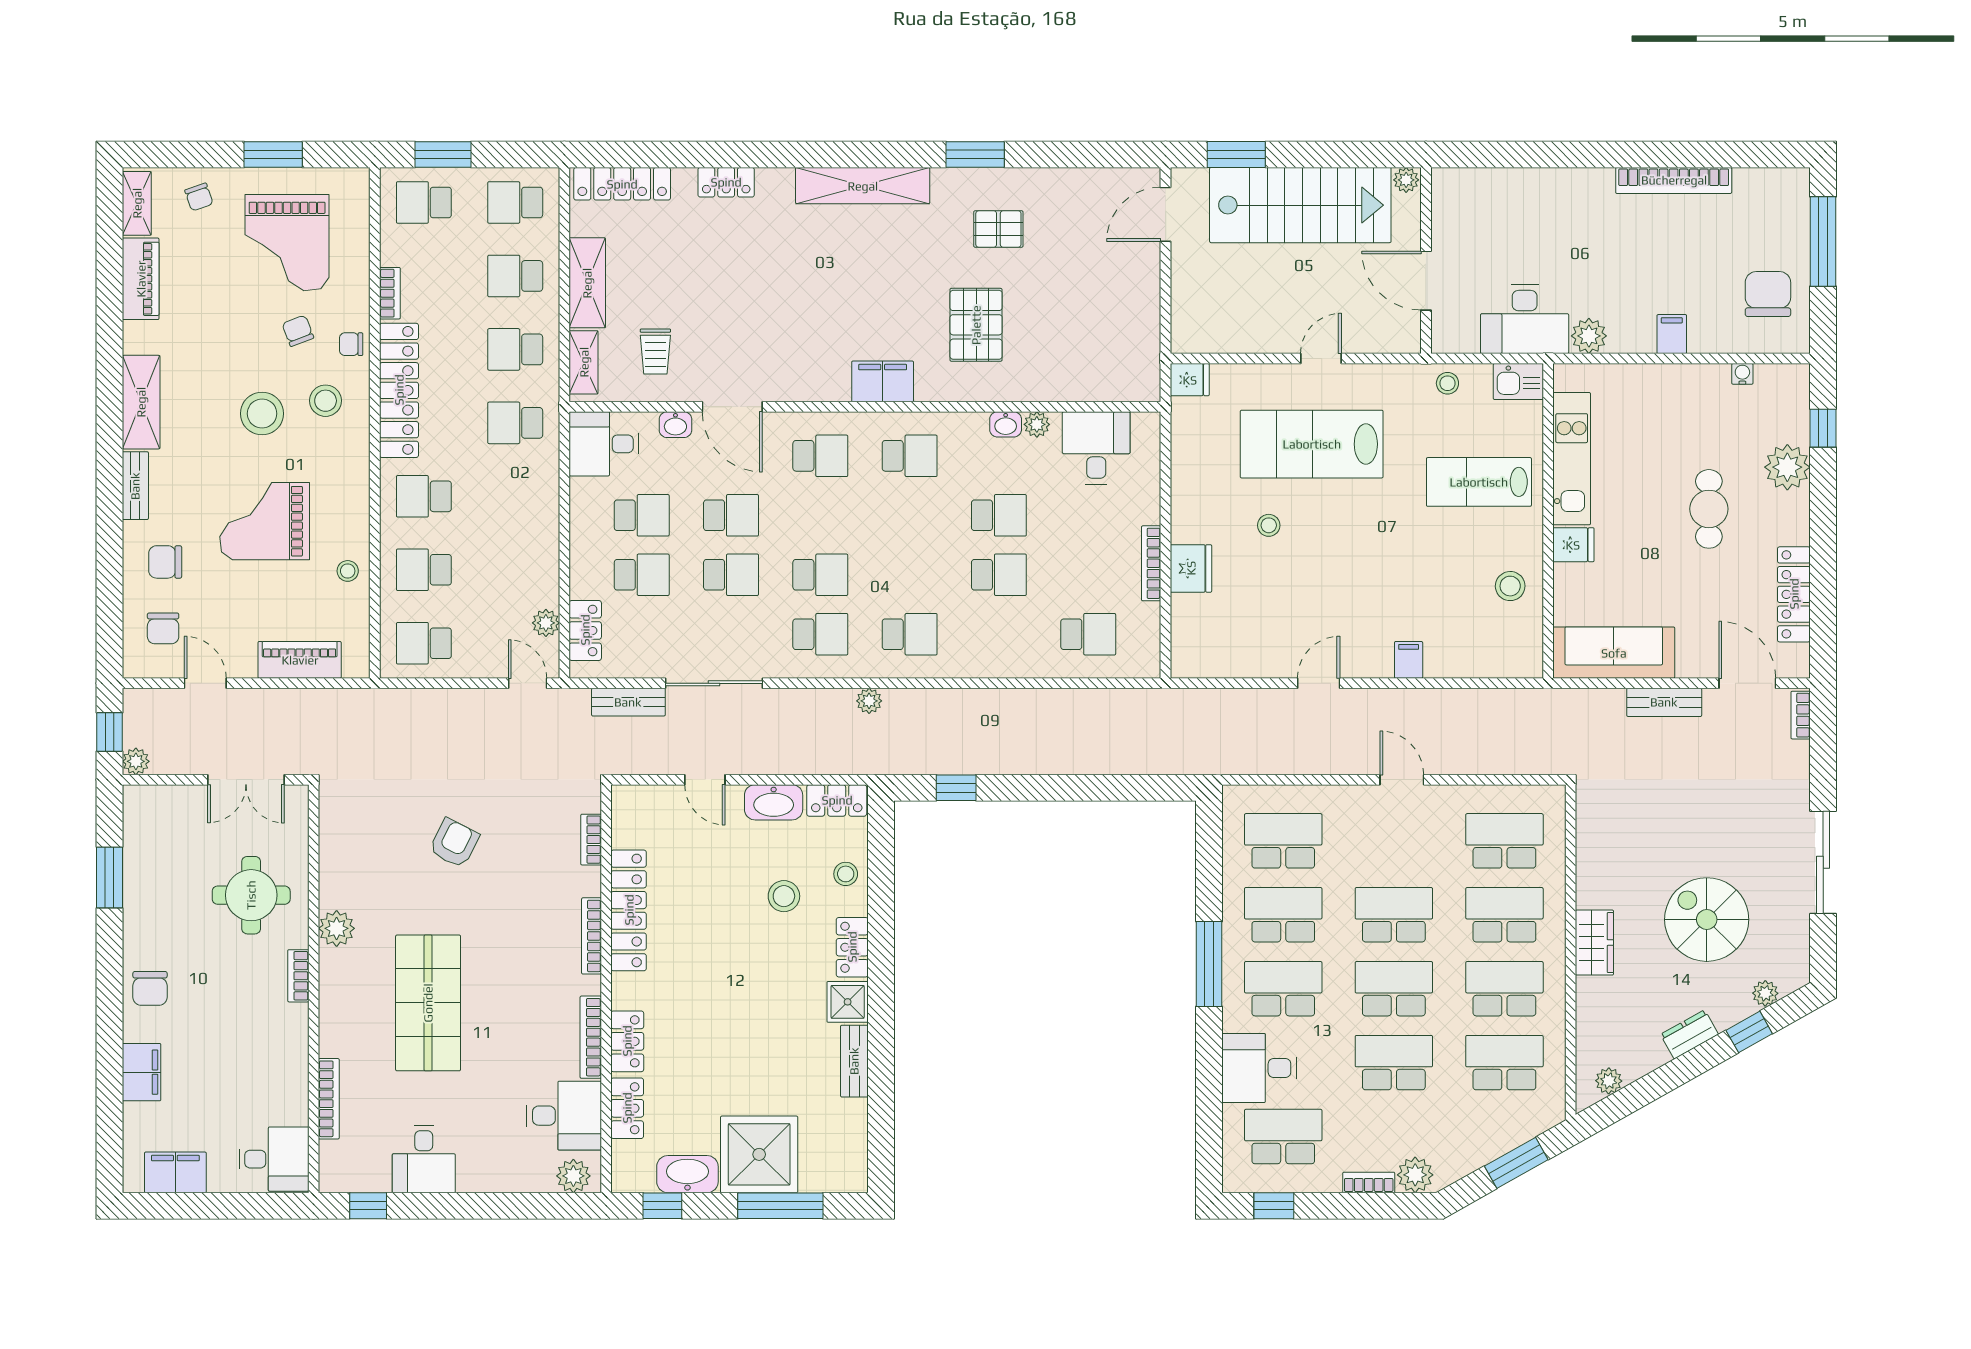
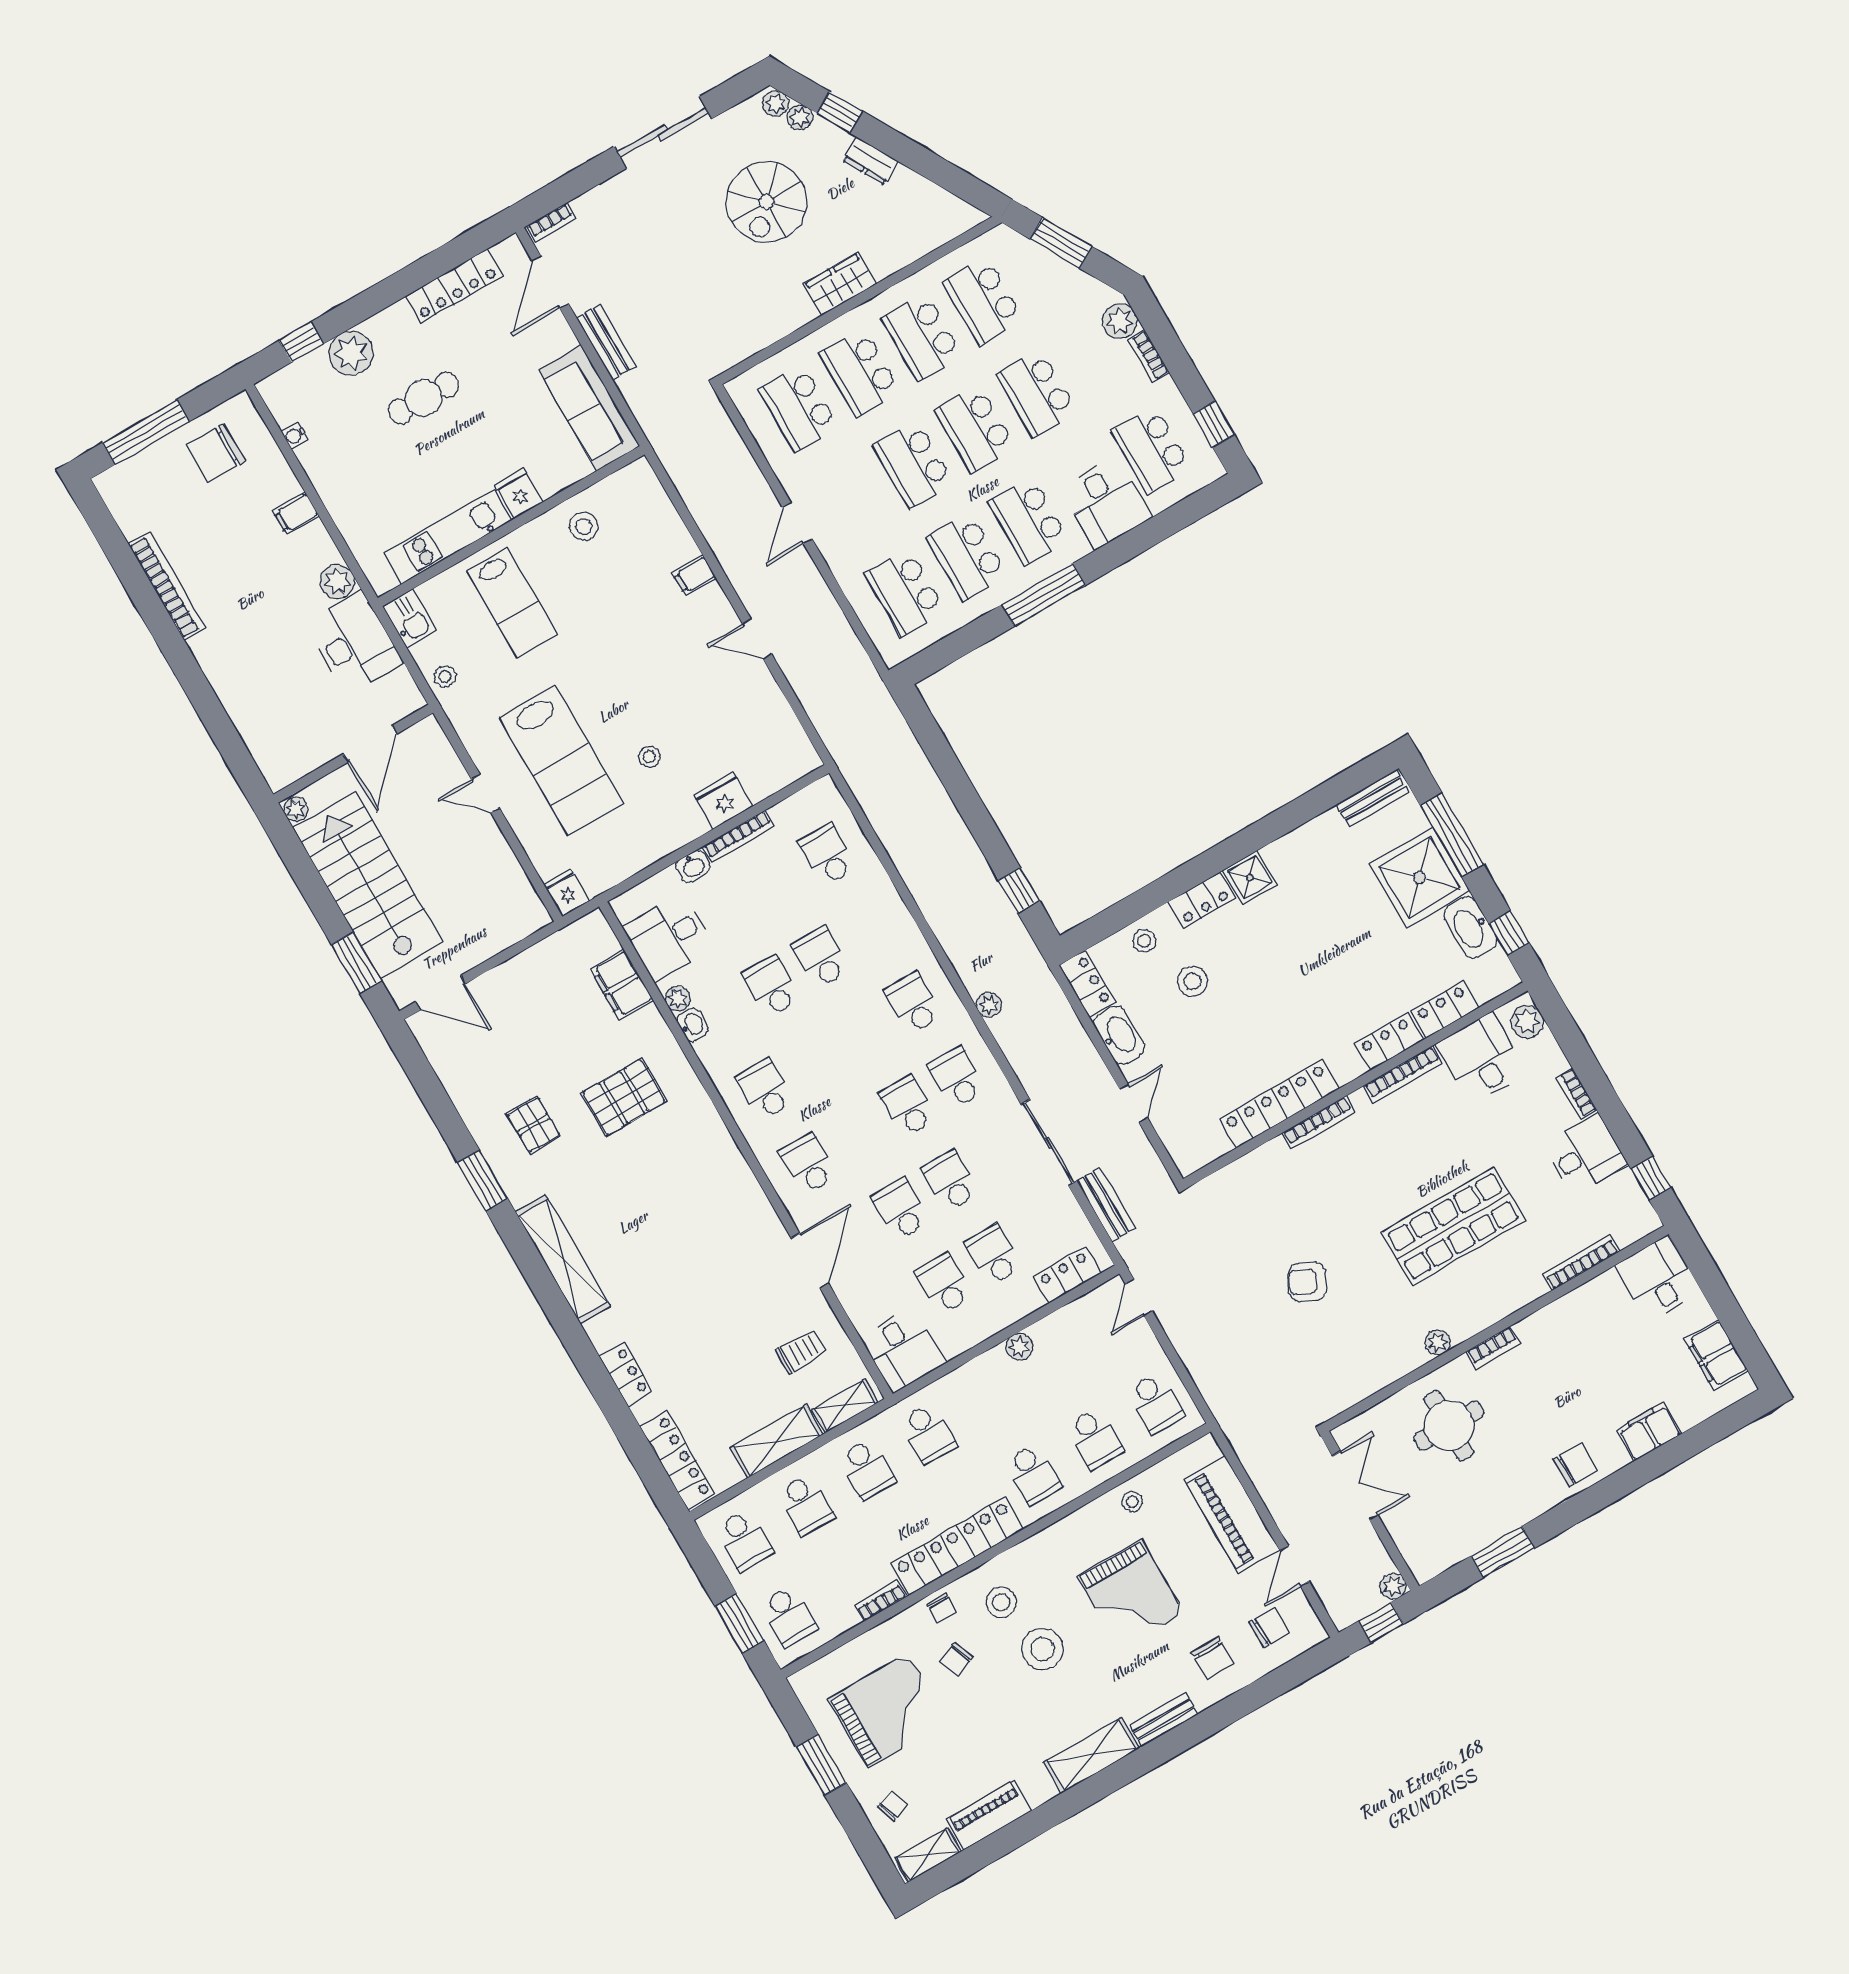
filing cabinet: (883, 381) -> (622, 984), moved
washbasin: (675, 425) -> (693, 866), moved, turned 90
plant: (546, 623) -> (1019, 1347), moved
piano: (300, 660) -> (1232, 1514), width x1.37, depth x1.33
bookcase: (591, 840) -> (1576, 1094), moved, turned 90
plant: (337, 928) -> (1438, 1342), width x0.73, depth x0.73
bench: (854, 1061) -> (1373, 799), moved
plant: (1609, 1081) -> (776, 104), moved

